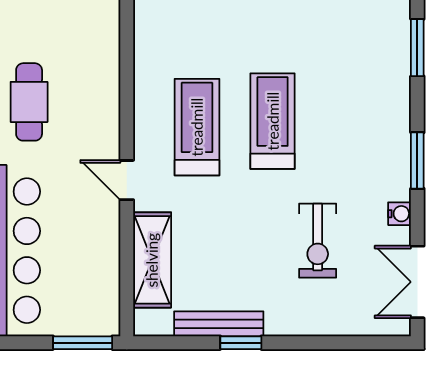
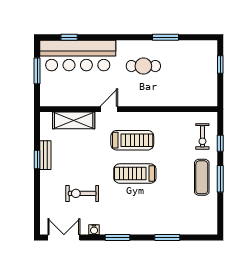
treadmill: (273, 121) -> (135, 174), turned 180
bench: (219, 324) -> (45, 155), width x0.73
window: (83, 343) -> (37, 71), moved

